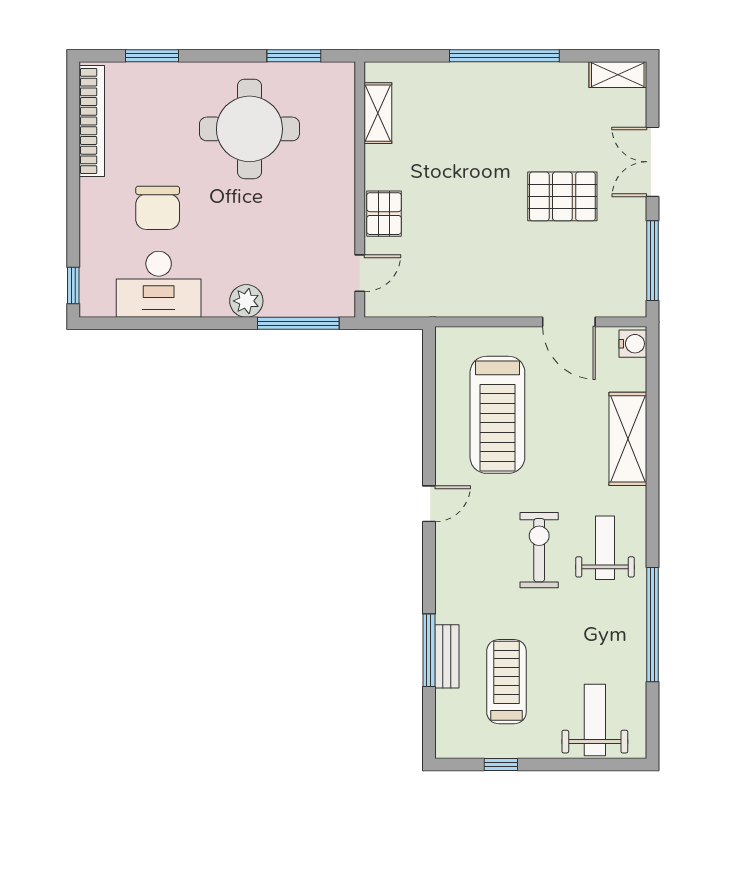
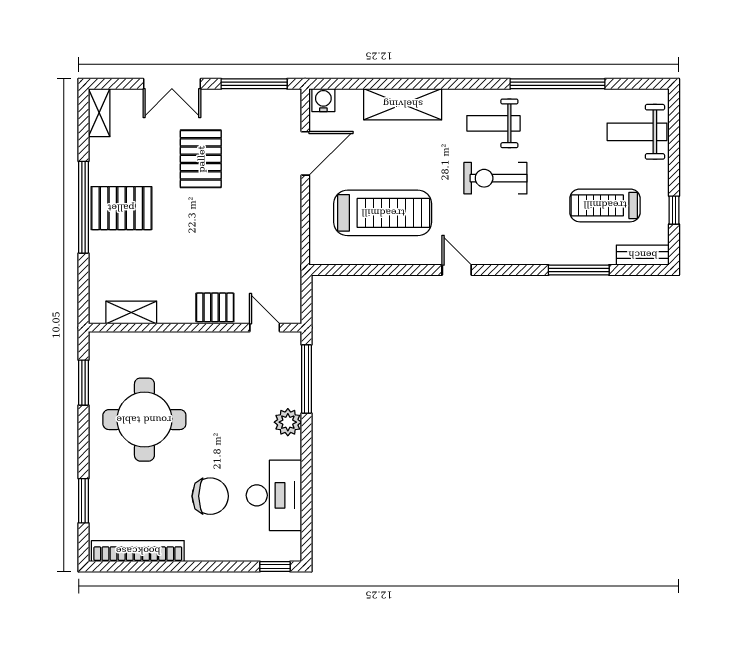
pallet: (503, 101) -> (121, 208), added
bench: (447, 656) -> (643, 255), moved

